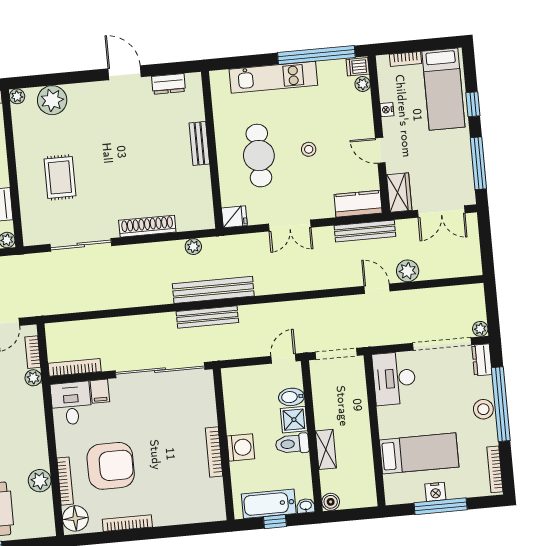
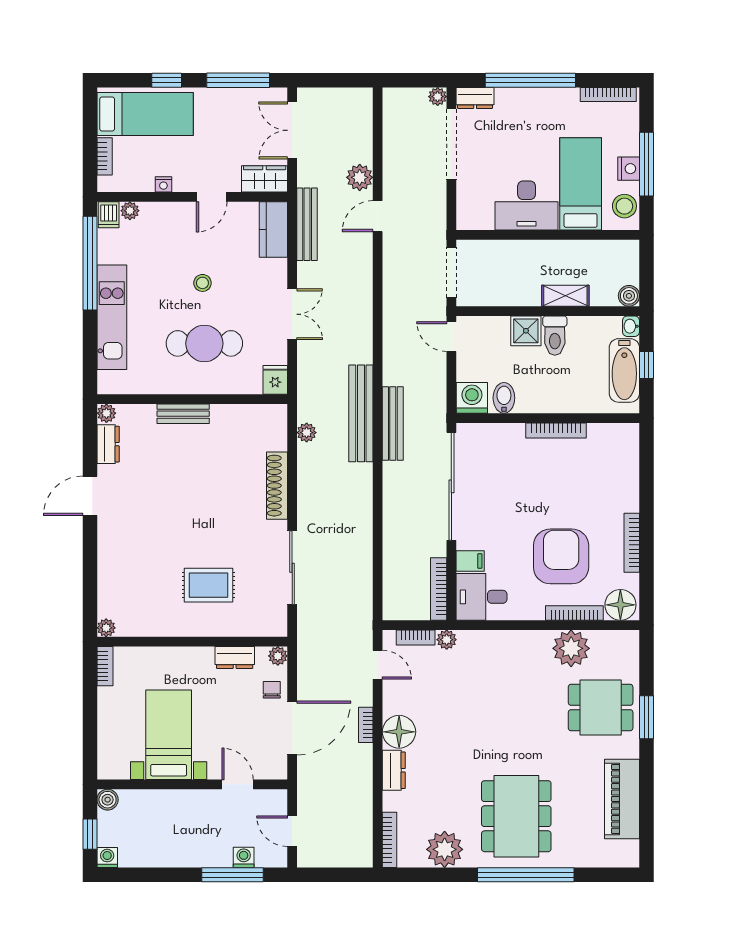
plant: (52, 100) -> (106, 413), moved, width x0.53, depth x0.53
double door: (441, 212) -> (292, 130), swing flipped
desk: (394, 378) -> (527, 206), moved
bidet: (291, 397) -> (504, 398), moved, turned 180
stool: (483, 409) -> (624, 206), moved
washing machine: (241, 447) -> (472, 398), moved
plant: (40, 481) -> (571, 648), width x1.36, depth x1.36

